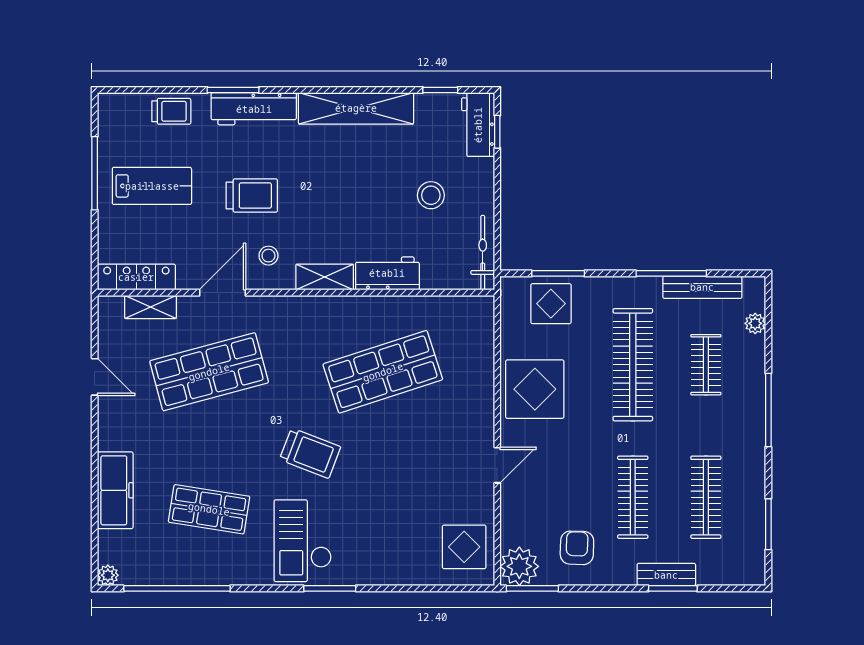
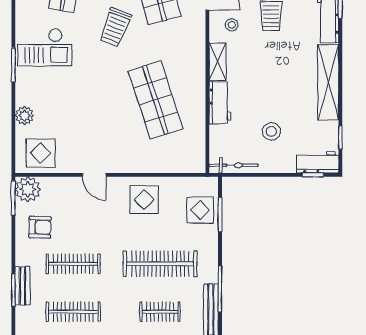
display table: (535, 389) -> (144, 199), width x0.73, depth x0.73
trolley: (310, 453) -> (115, 27), moved
checkout: (303, 541) -> (45, 47), turned 180
plant: (407, 571) -> (24, 116), added

